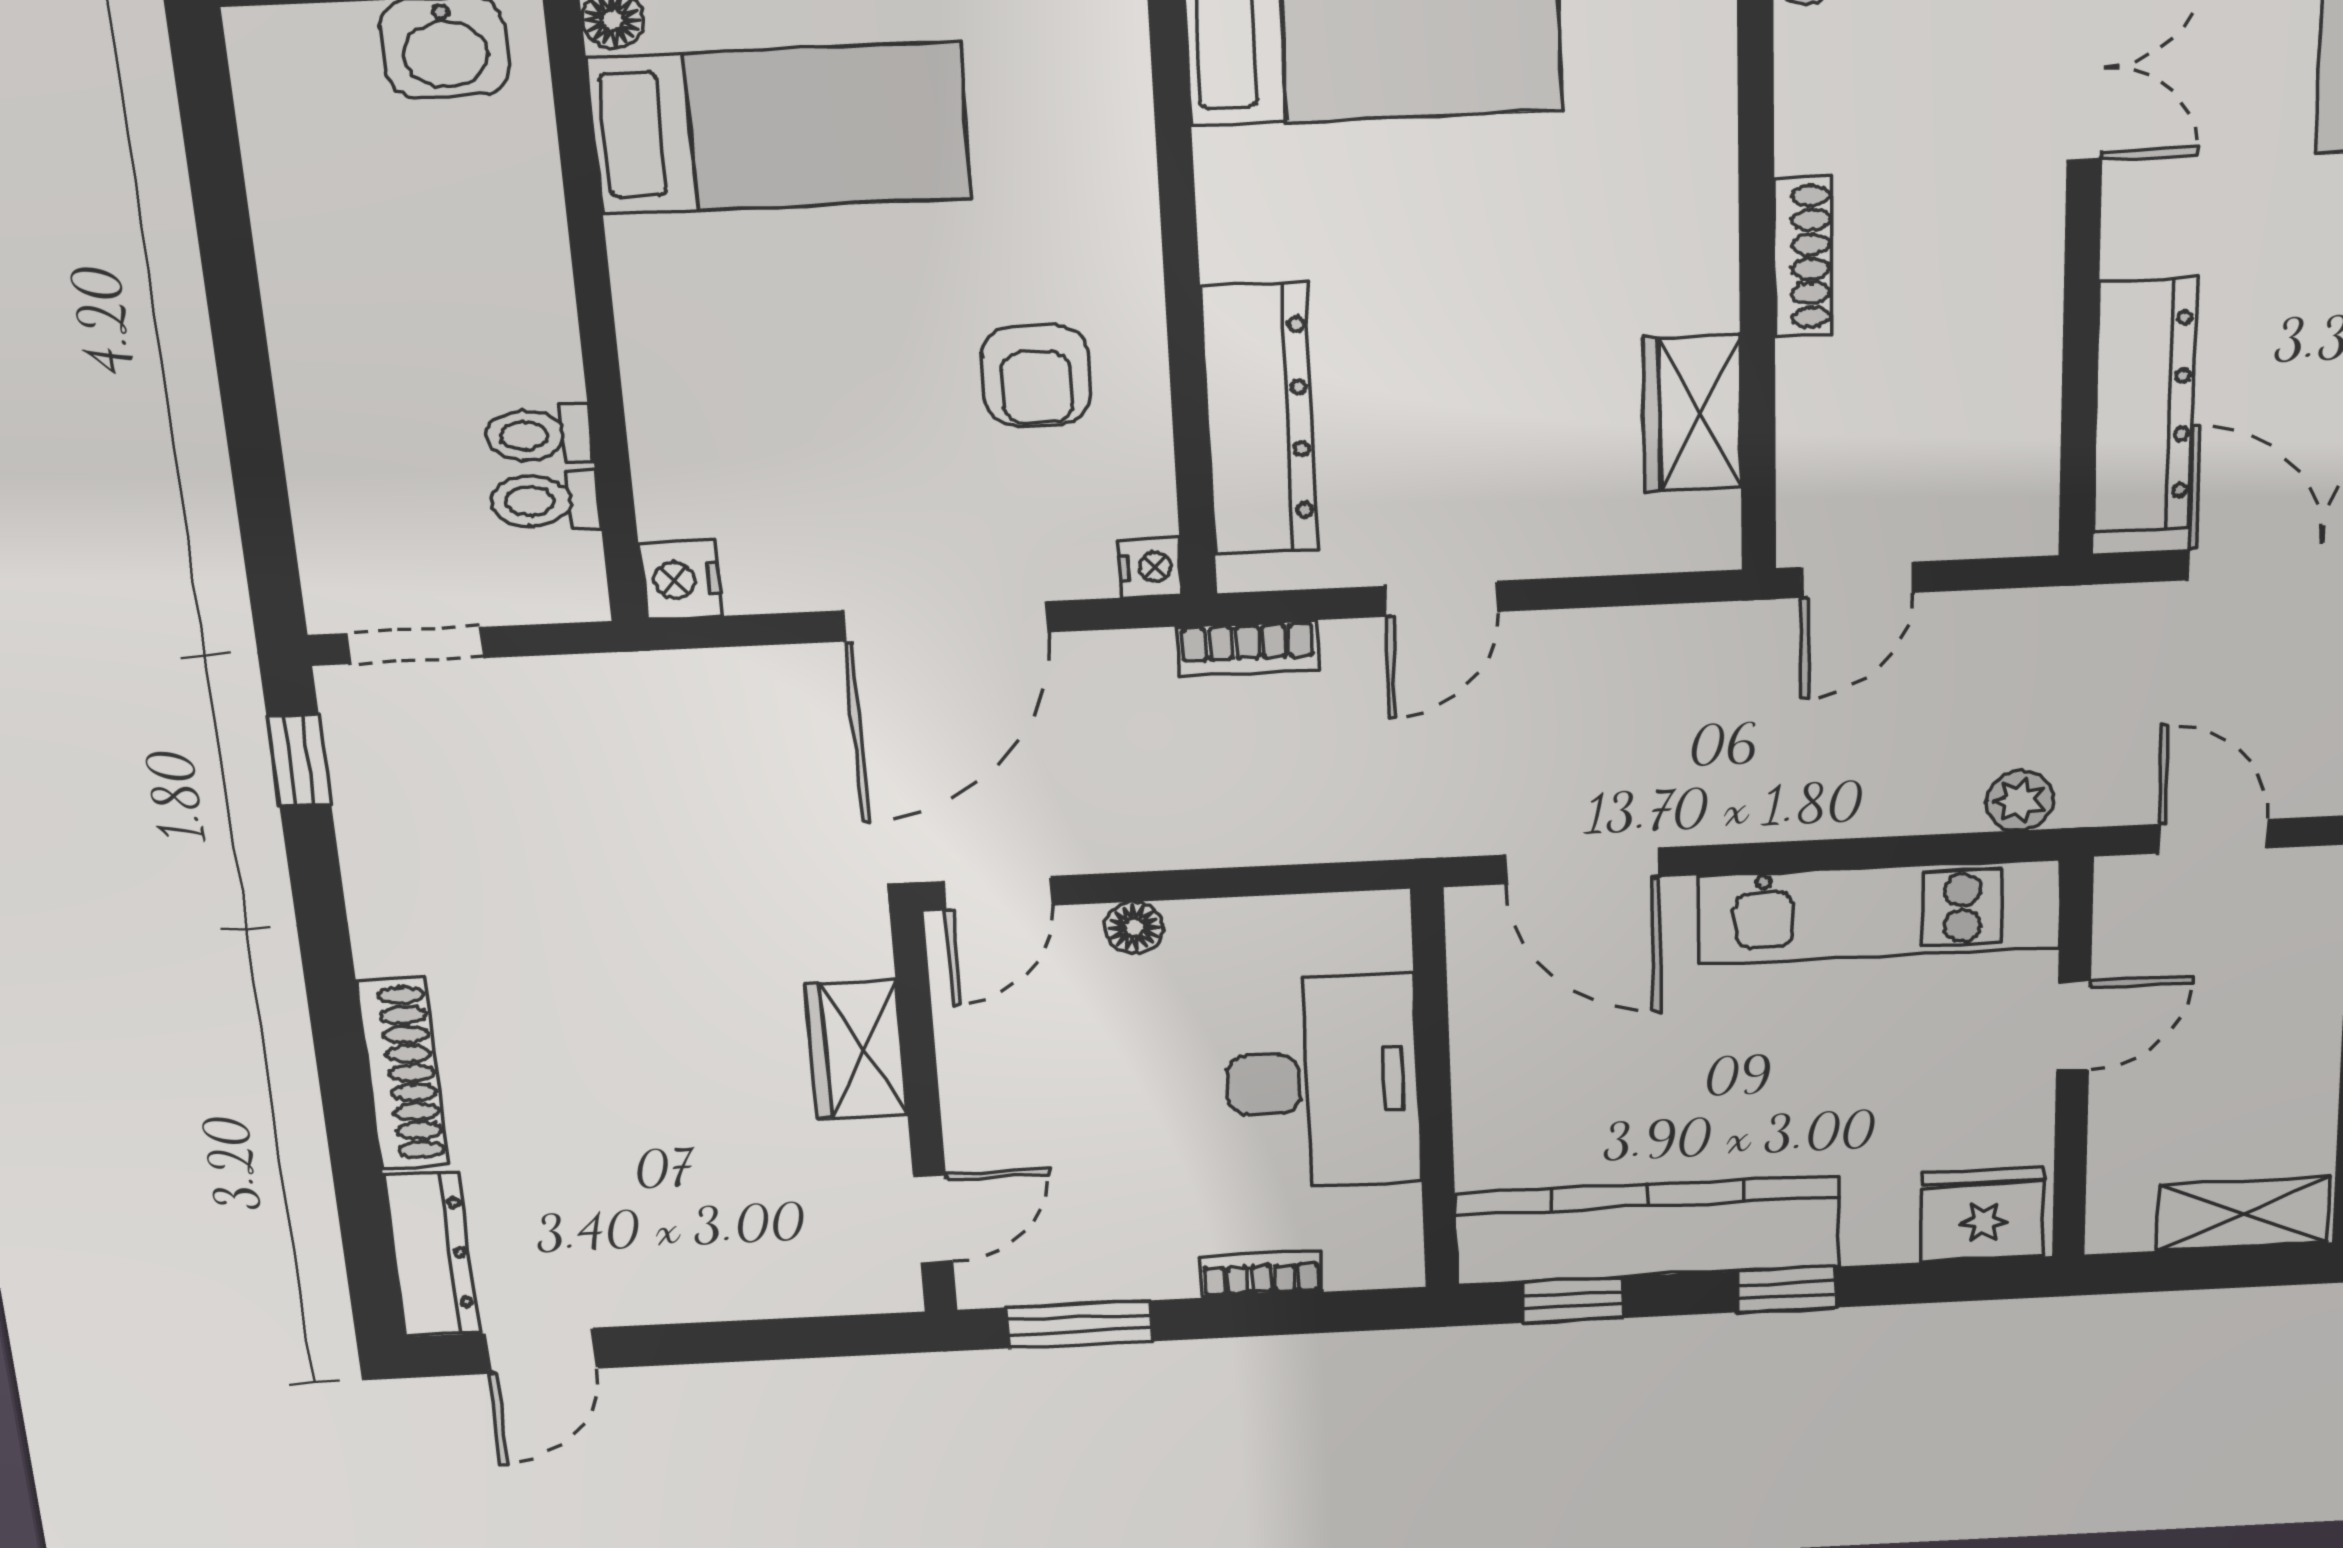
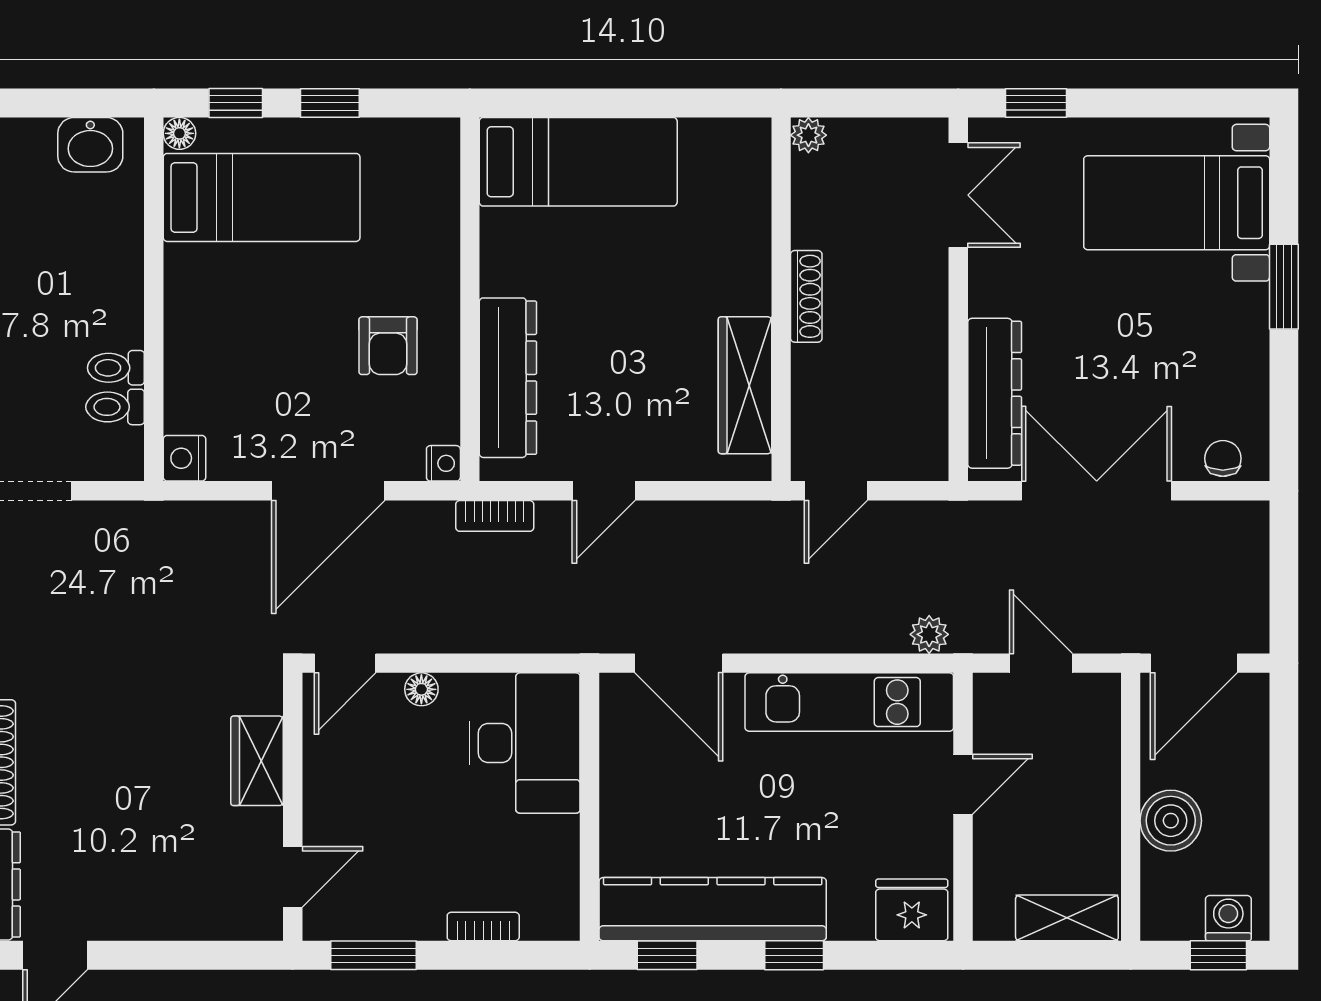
wardrobe: (1692, 413) -> (745, 385), width x1.50
desk: (1323, 1082) -> (525, 743), moved

